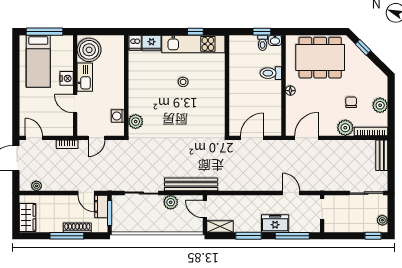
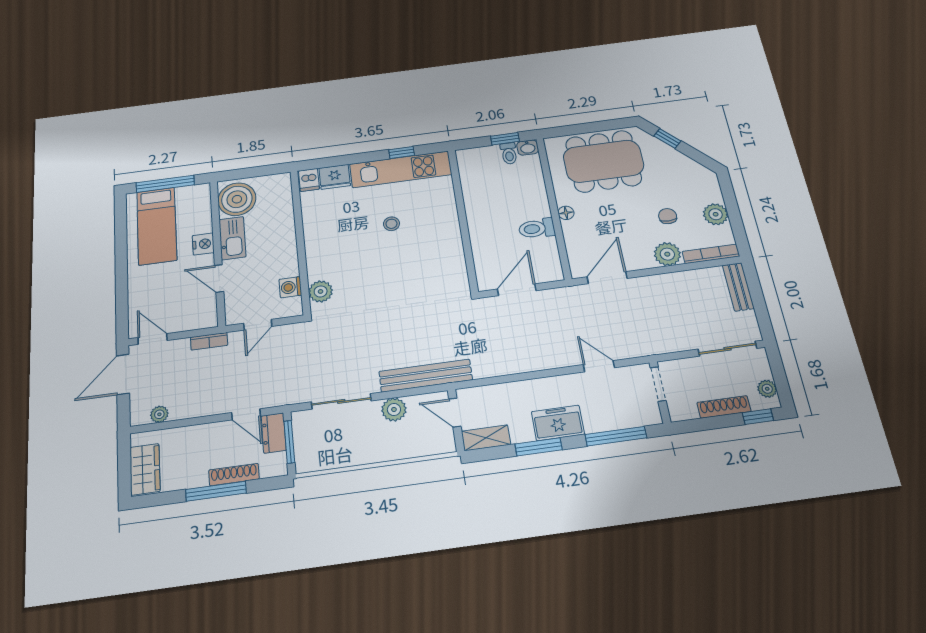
toilet: (271, 73) -> (537, 228), moved
freezer: (275, 223) -> (558, 423), moved
shoe rack: (356, 227) -> (724, 407), added

